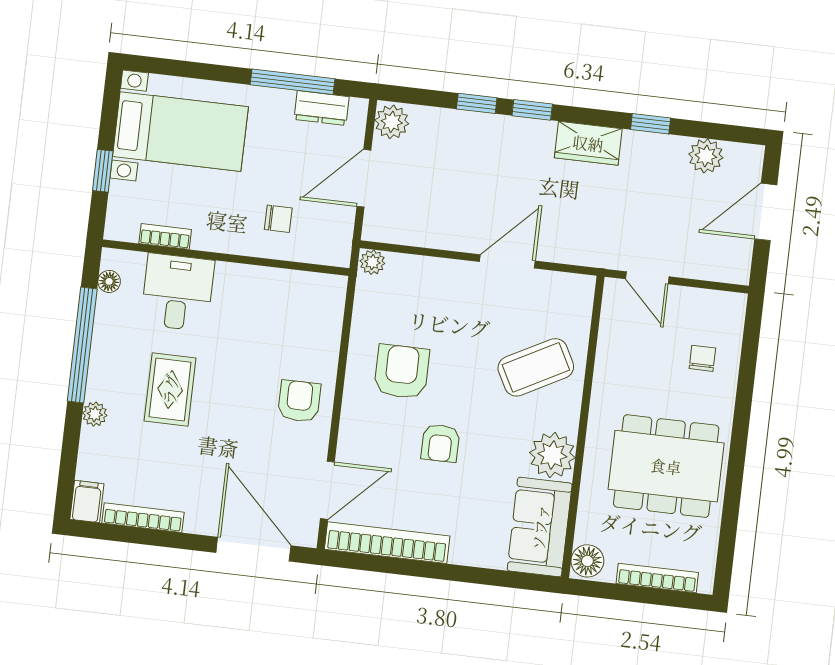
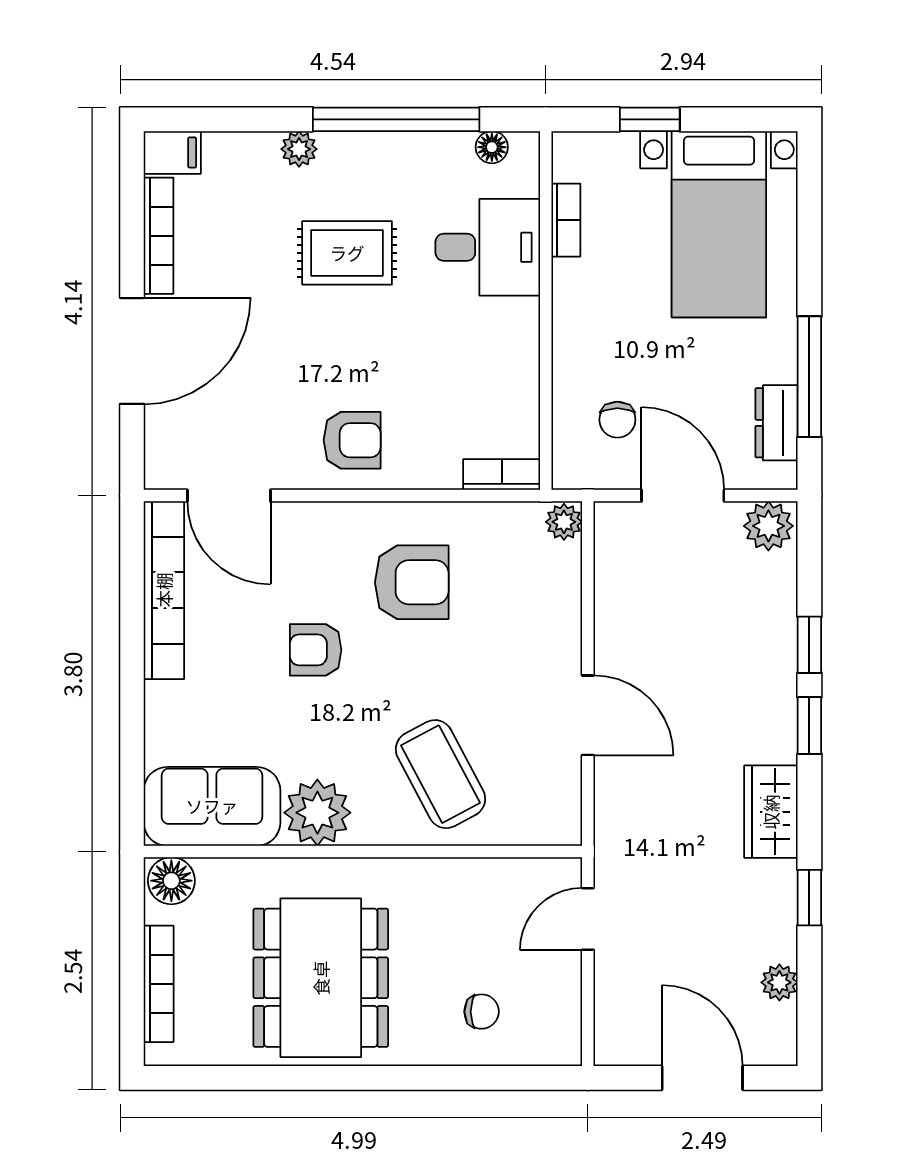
plant: (706, 156) -> (779, 982), width x0.73, depth x0.73
chair: (278, 219) -> (617, 420), moved
bookcase: (335, 301) -> (502, 475), added
door: (253, 549) -> (132, 351), moved

